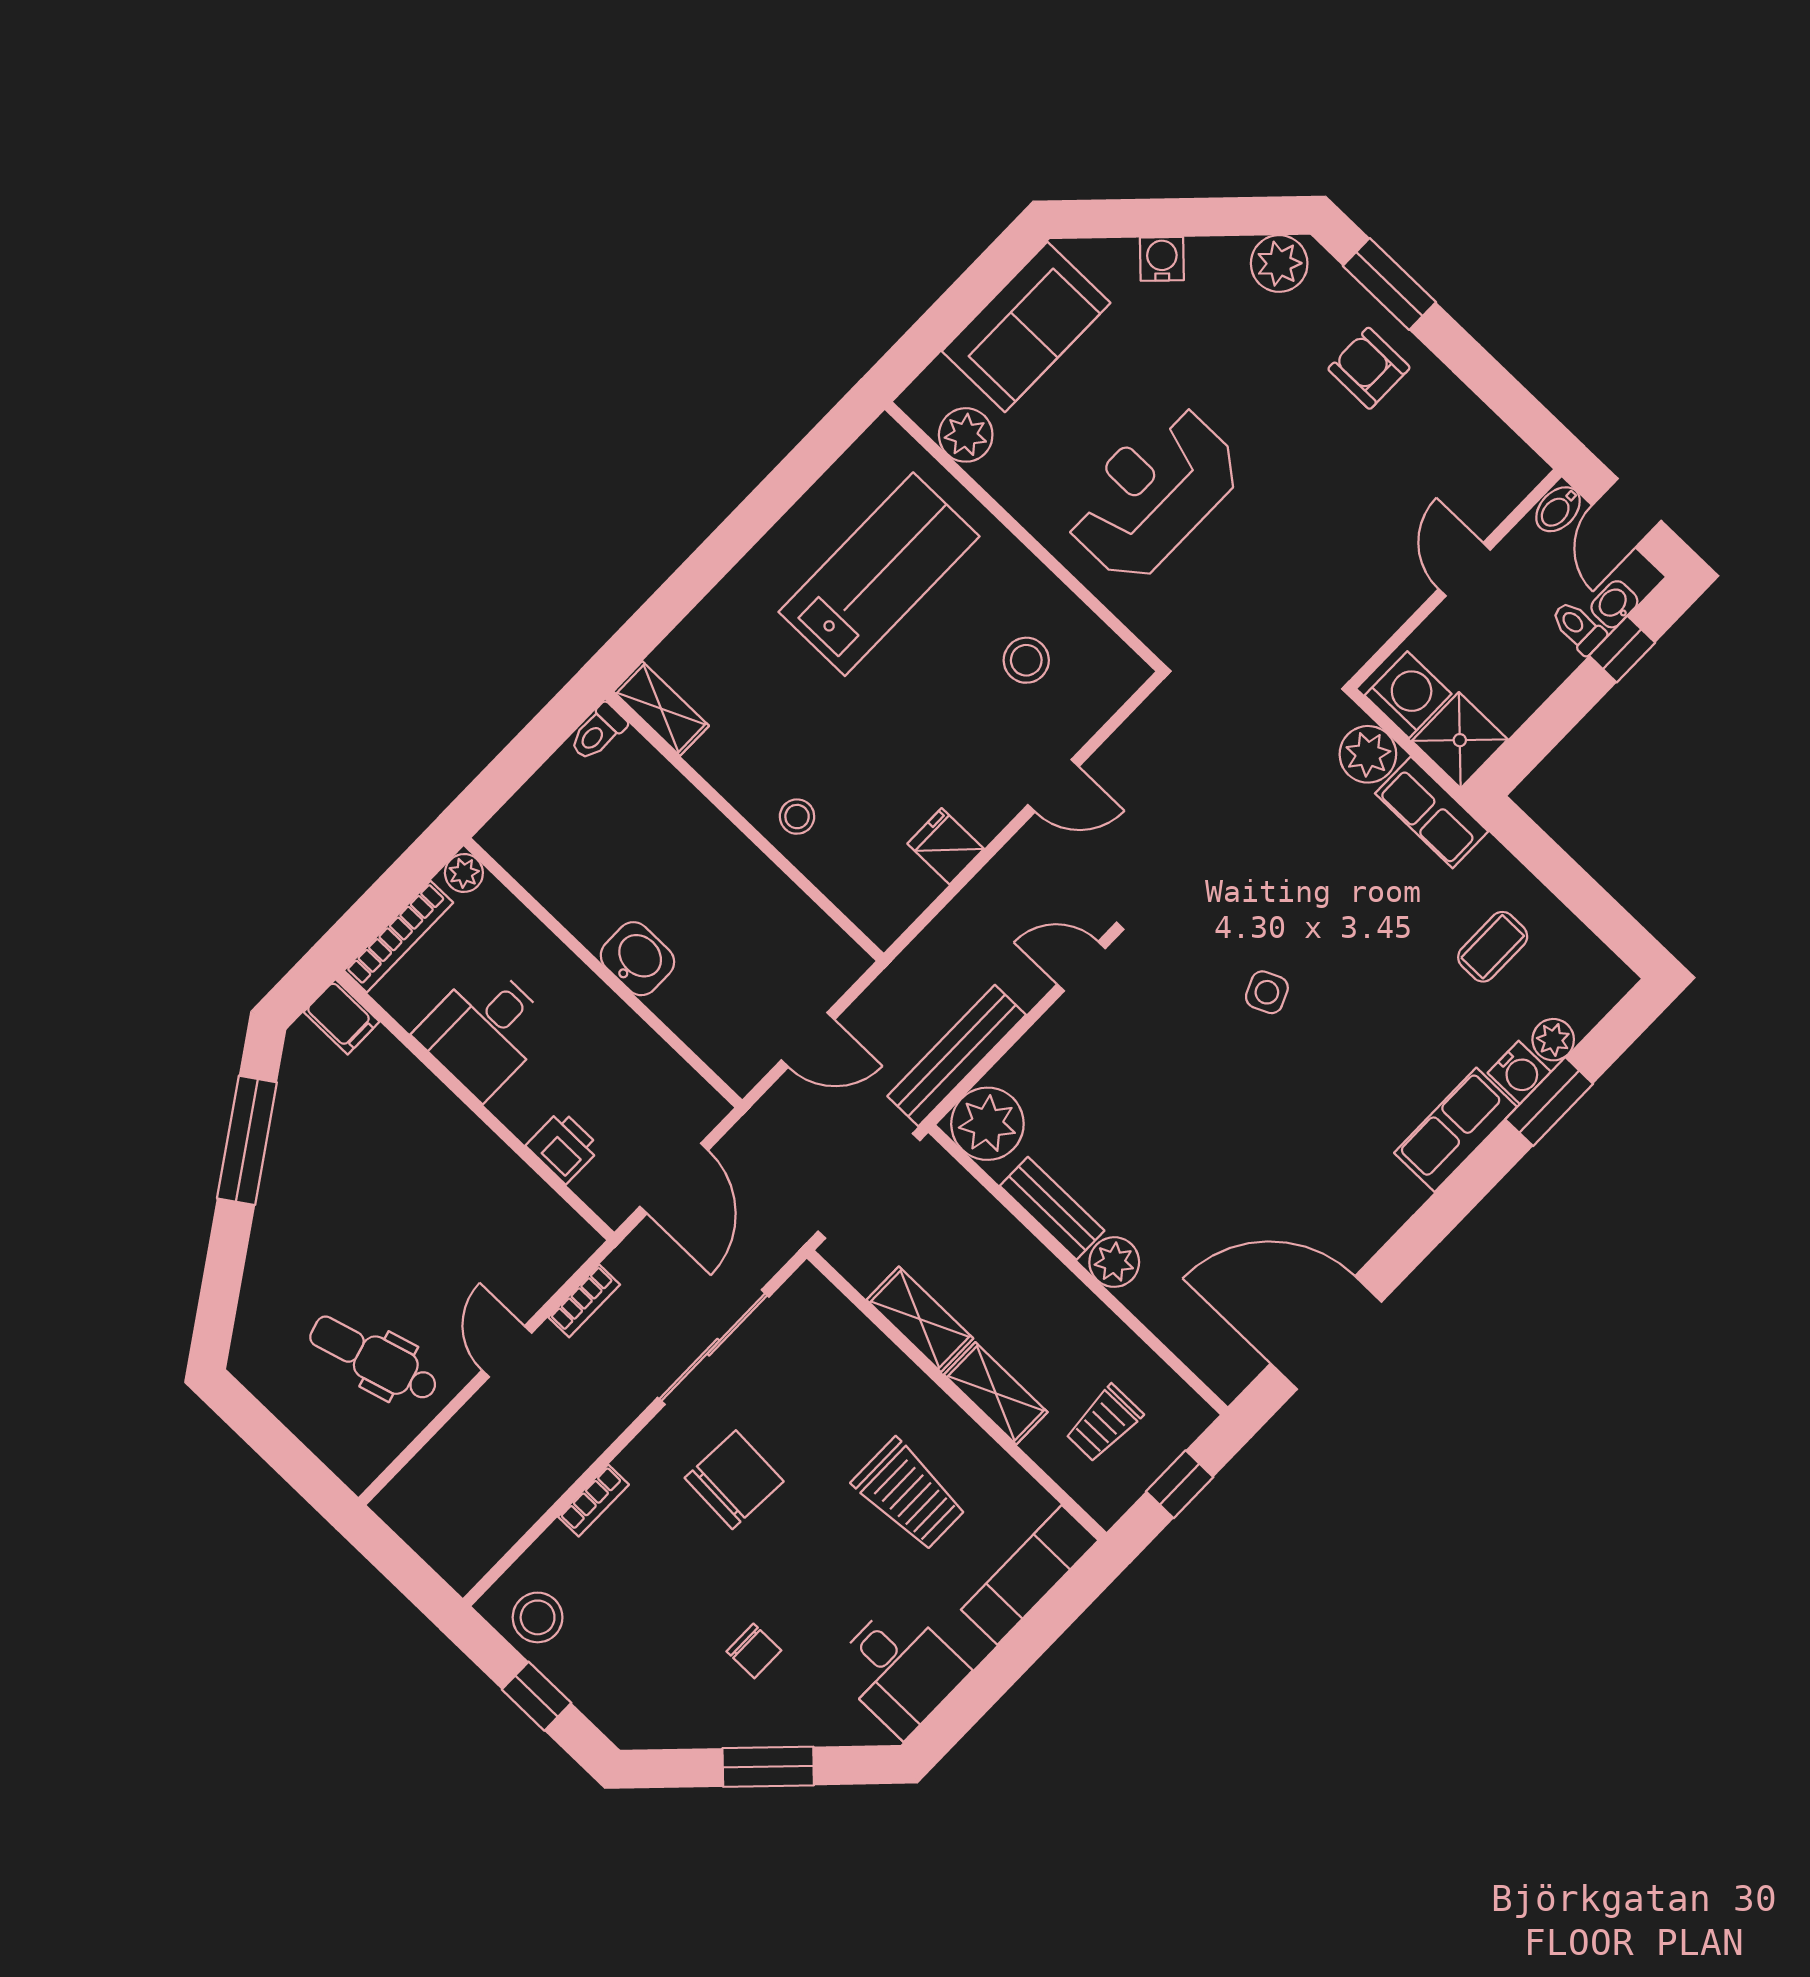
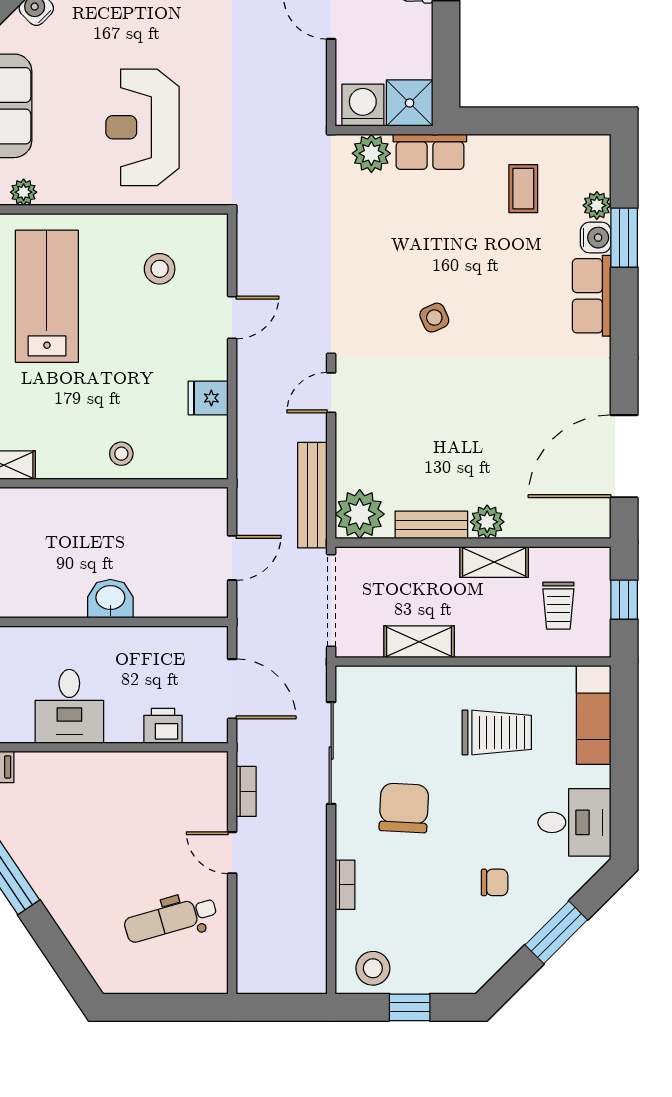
plant: (966, 435) -> (24, 192), width x0.73, depth x0.73
shelving: (996, 1393) -> (494, 562), moved

